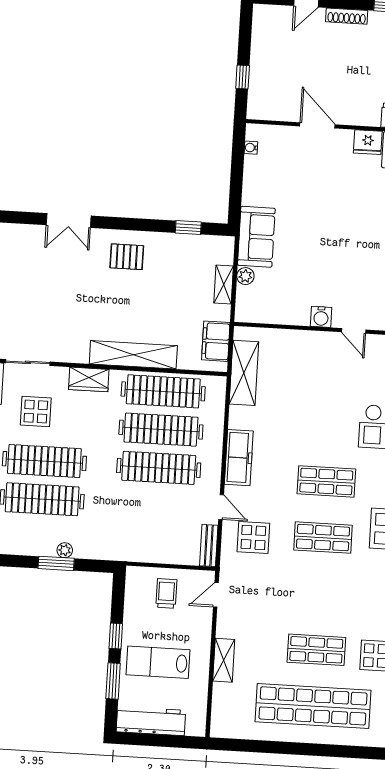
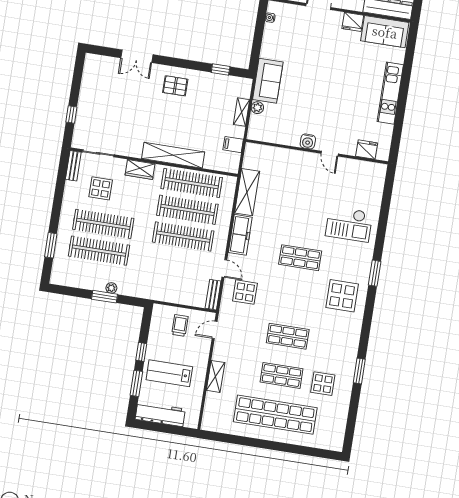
filing cabinet: (216, 341) -> (233, 145), width x0.50
shelving: (244, 373) -> (247, 192), moved
shop shelf: (323, 538) -> (288, 336), moved

